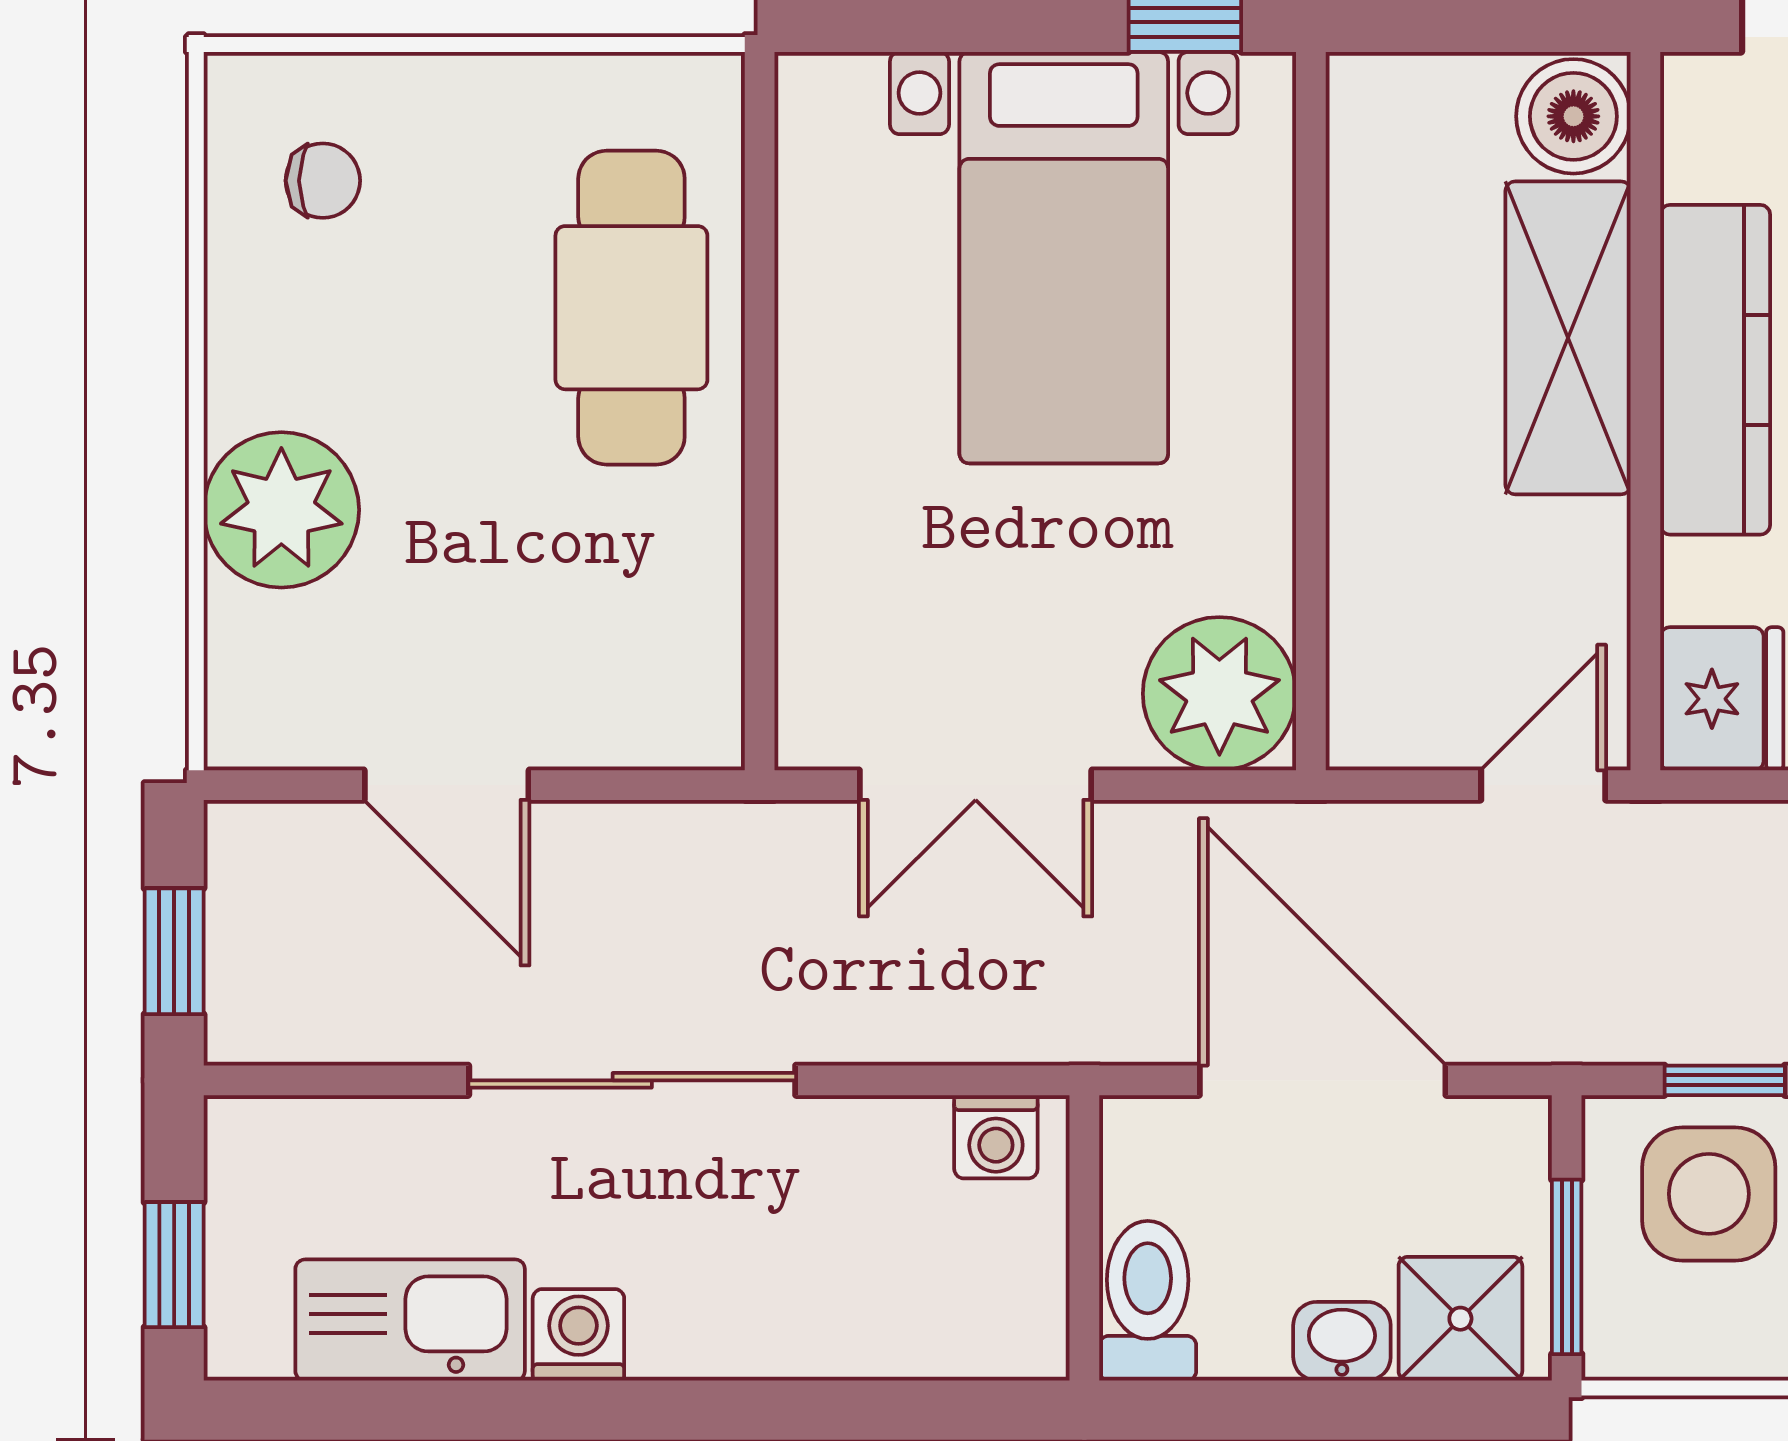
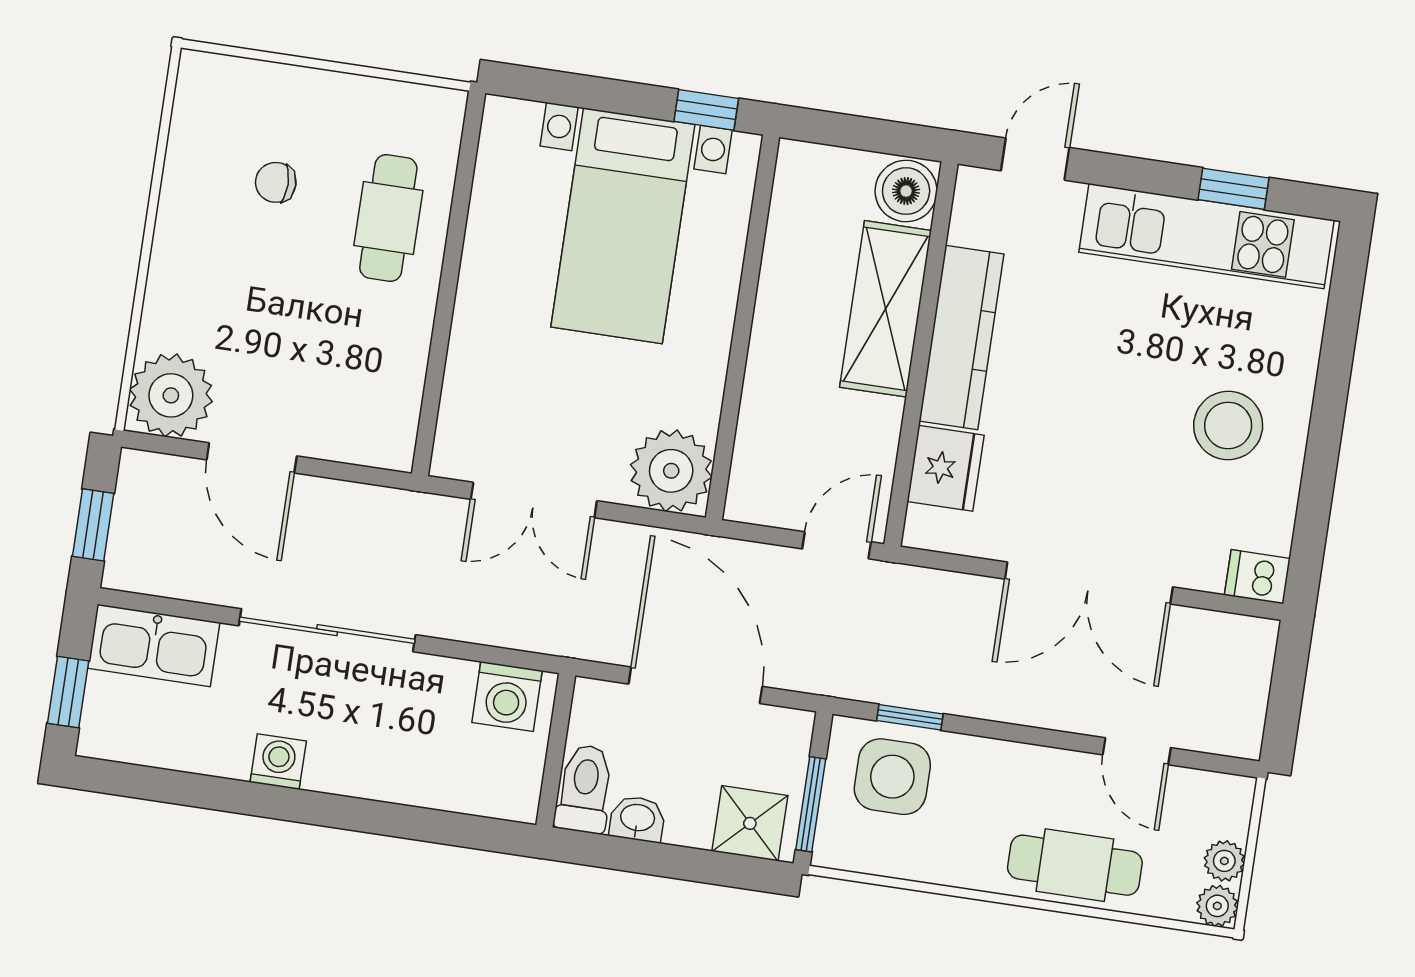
chair: (323, 181) -> (276, 182), moved, turned 180
cafe table: (631, 308) -> (388, 218), width x0.73, depth x0.74
plant: (281, 510) -> (171, 395), moved
fridge: (1722, 699) -> (946, 468), moved
washing machine: (996, 1137) -> (507, 696), width x1.38, depth x1.38
kitchen sink: (410, 1320) -> (154, 645), moved, turned 180
washbasin: (1342, 1341) -> (637, 819), moved

